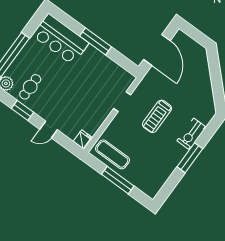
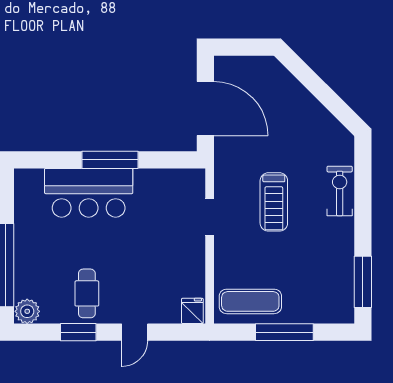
bar counter: (61, 39) -> (89, 193), moved
cafe table: (30, 87) -> (87, 293), moved
exercise bike: (191, 134) -> (340, 191), turned 180
window: (190, 158) -> (363, 282), moved

